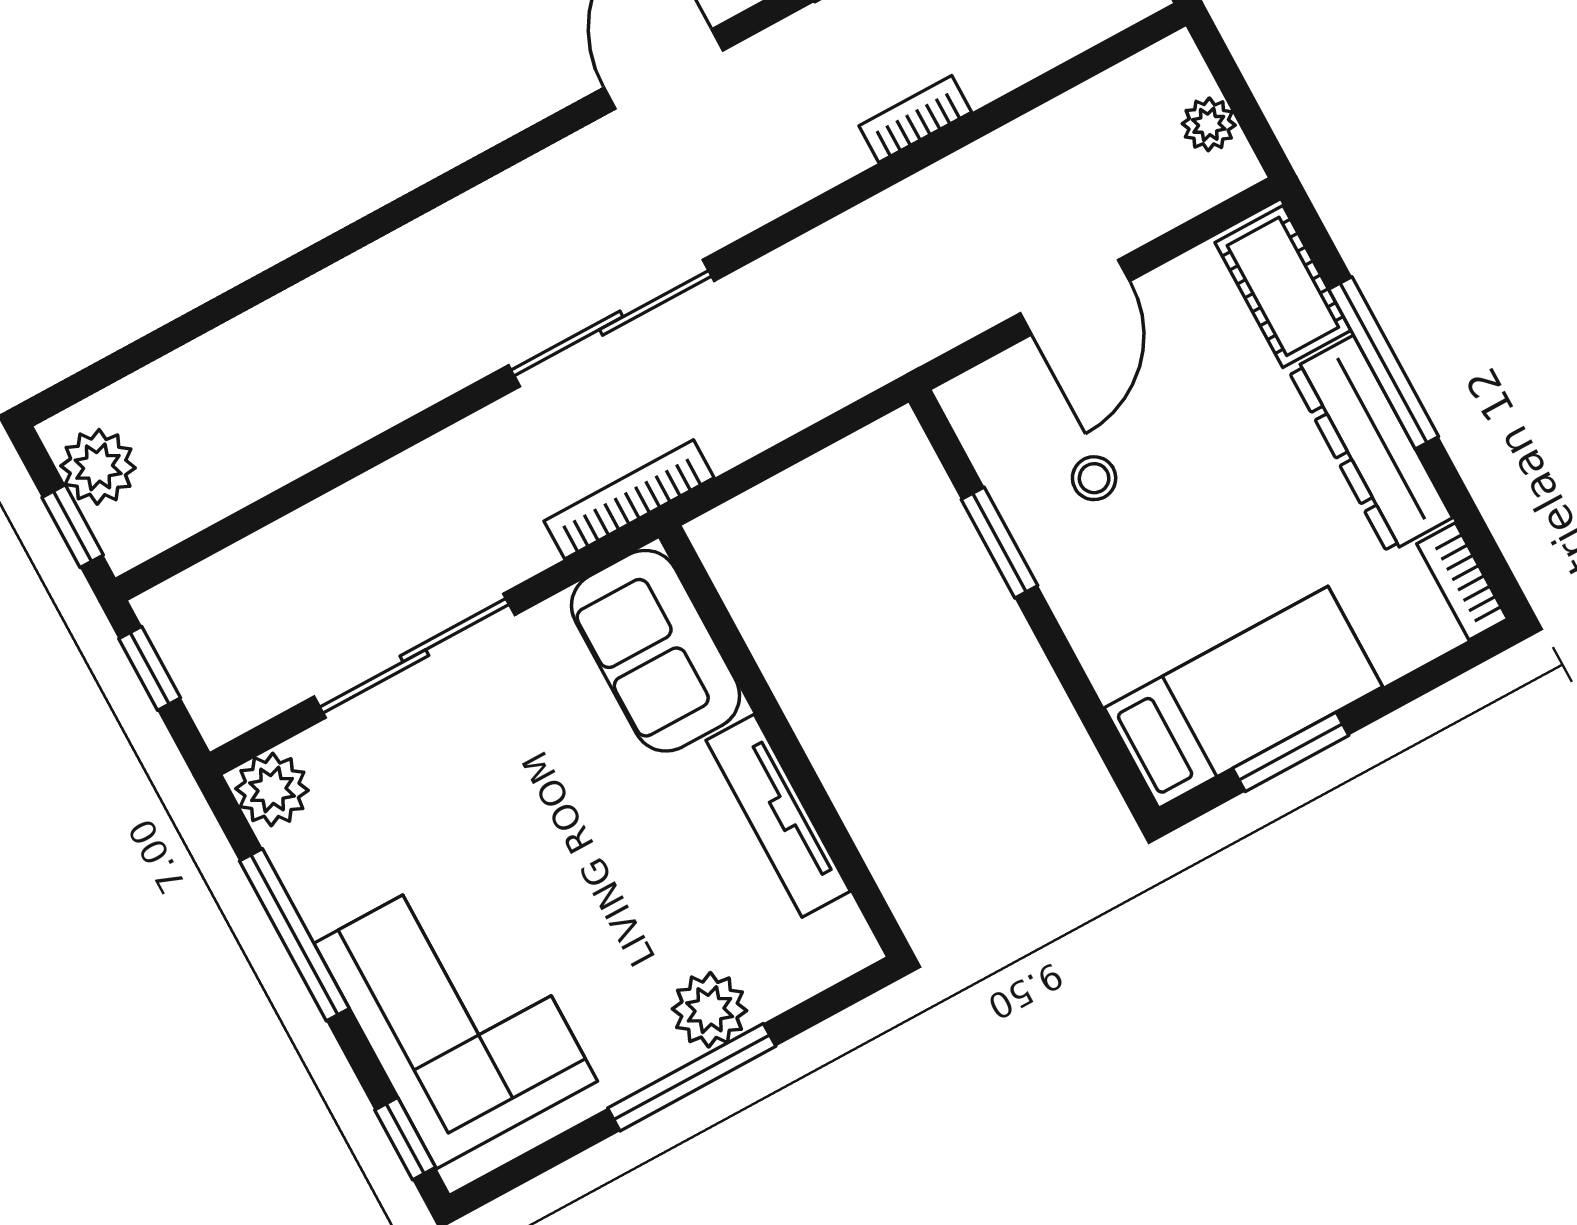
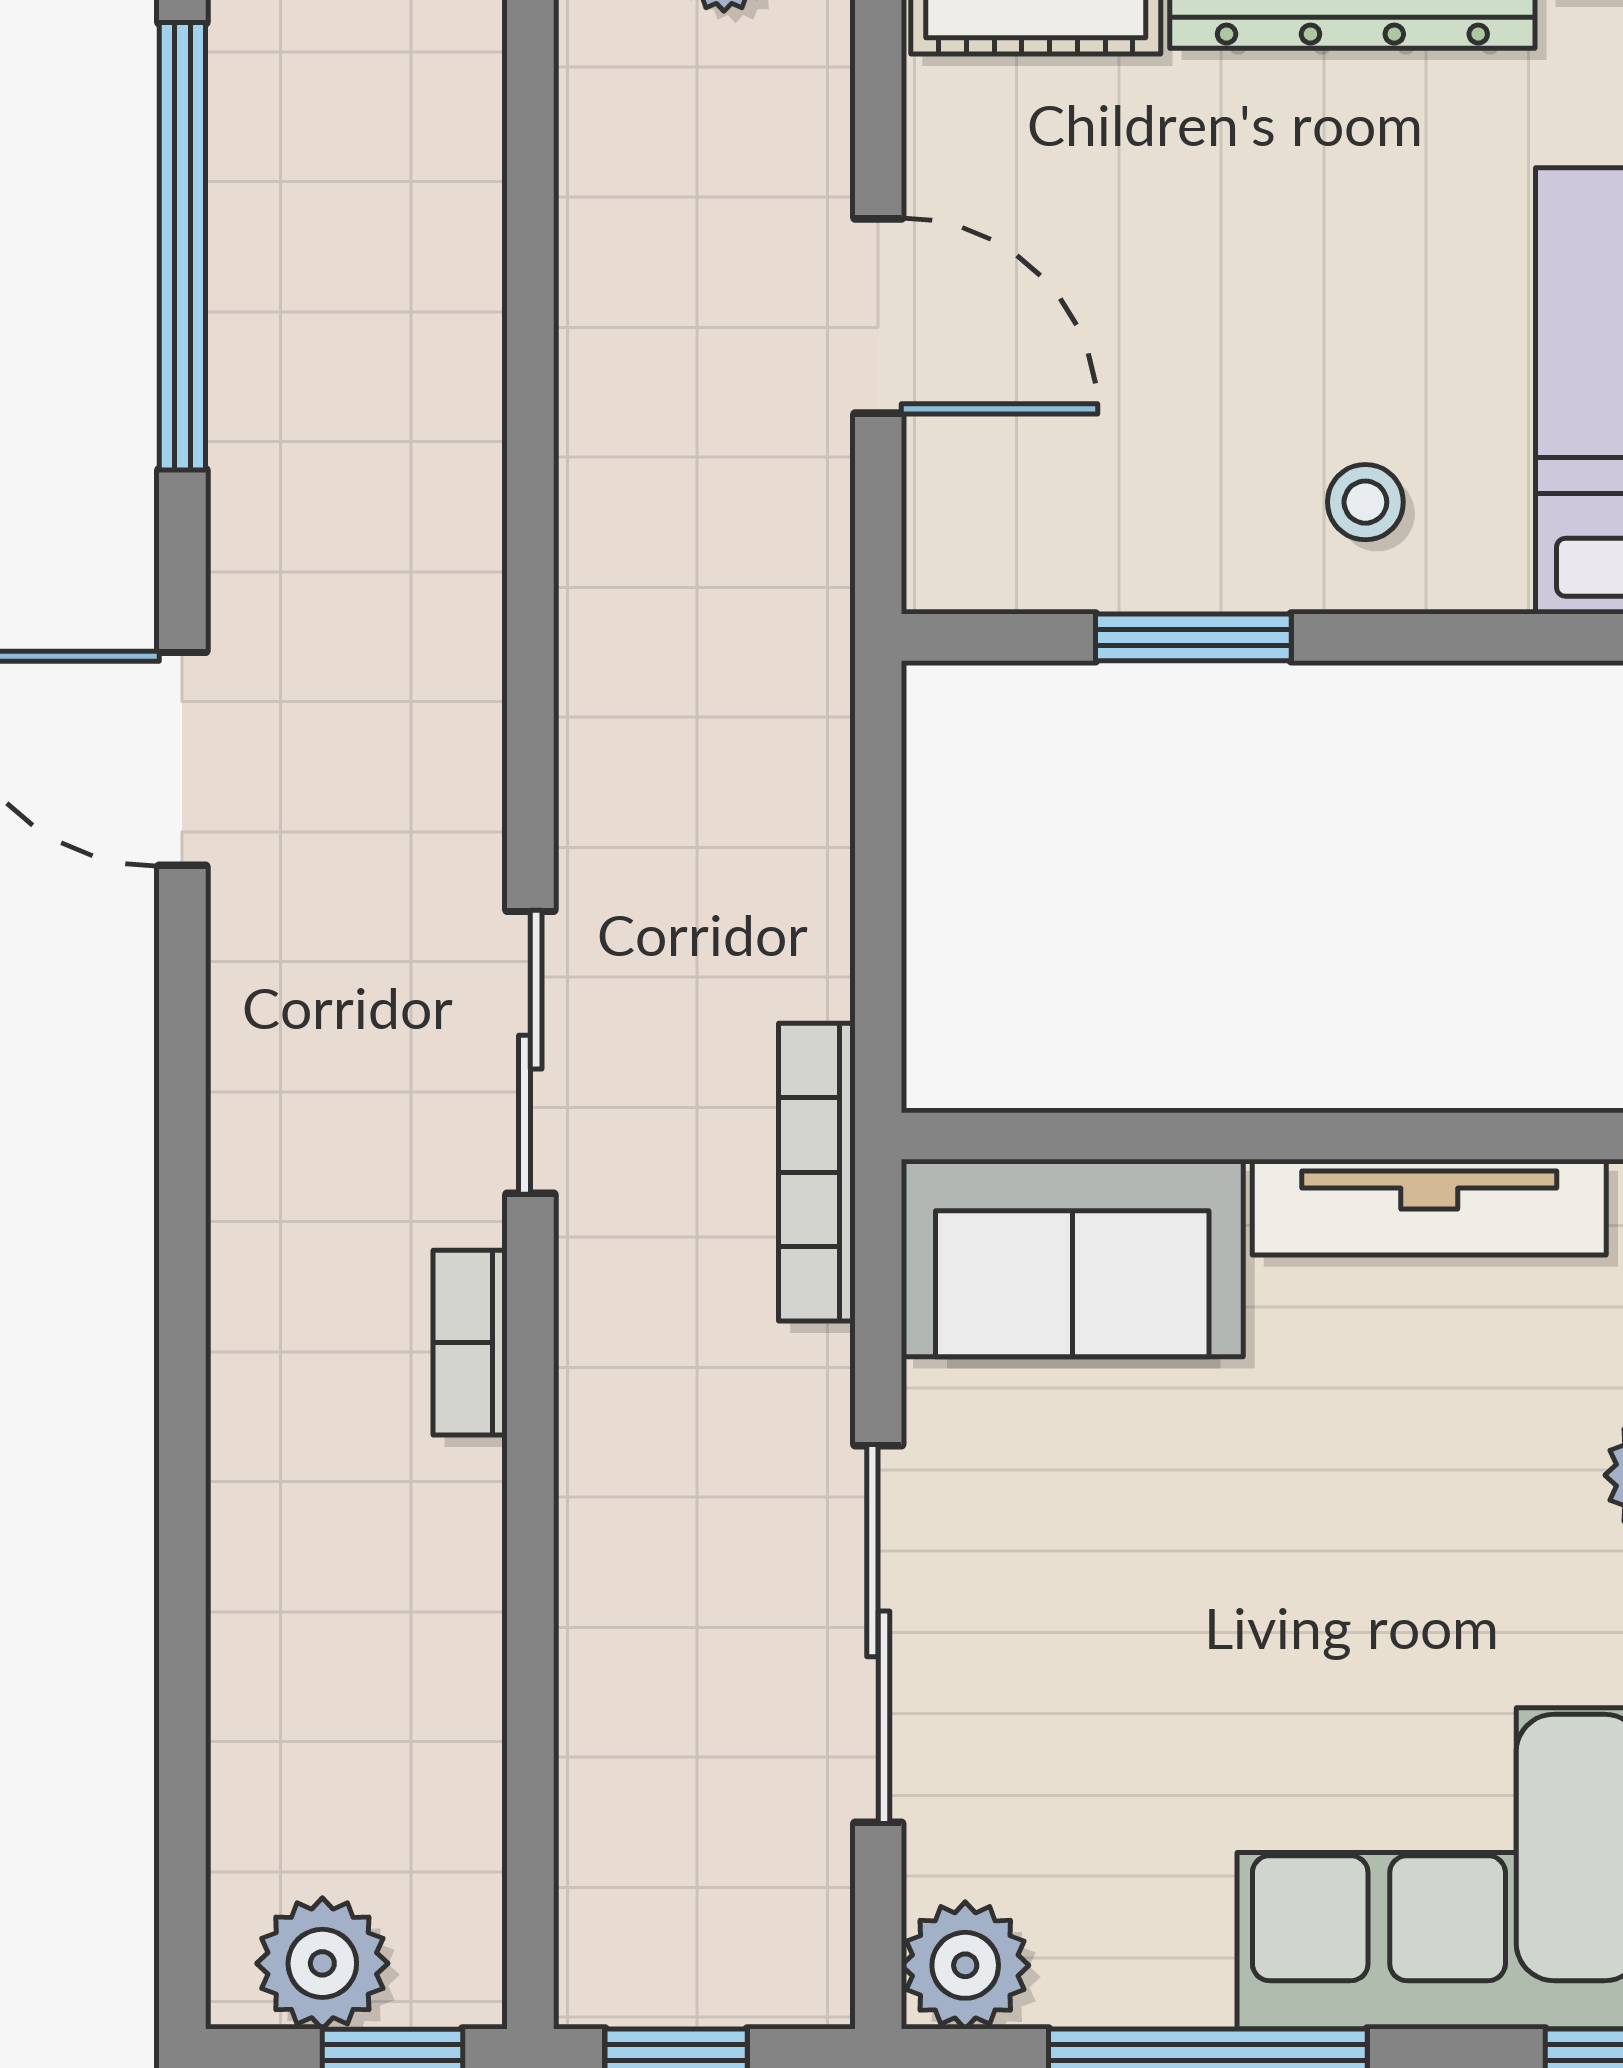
bookcase: (915, 119) -> (470, 1343), moved
sliding door: (611, 323) -> (530, 1052), width x0.73
stool: (1094, 478) -> (1365, 502), moved

